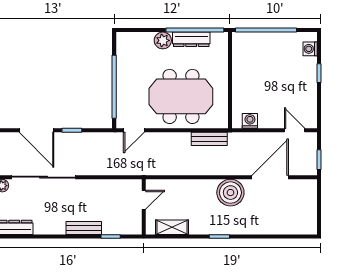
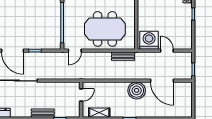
washing machine: (250, 121) -> (149, 40), width x1.89, depth x1.89
door: (295, 130) -> (167, 51), moved
door: (270, 177) -> (162, 81), swing flipped

